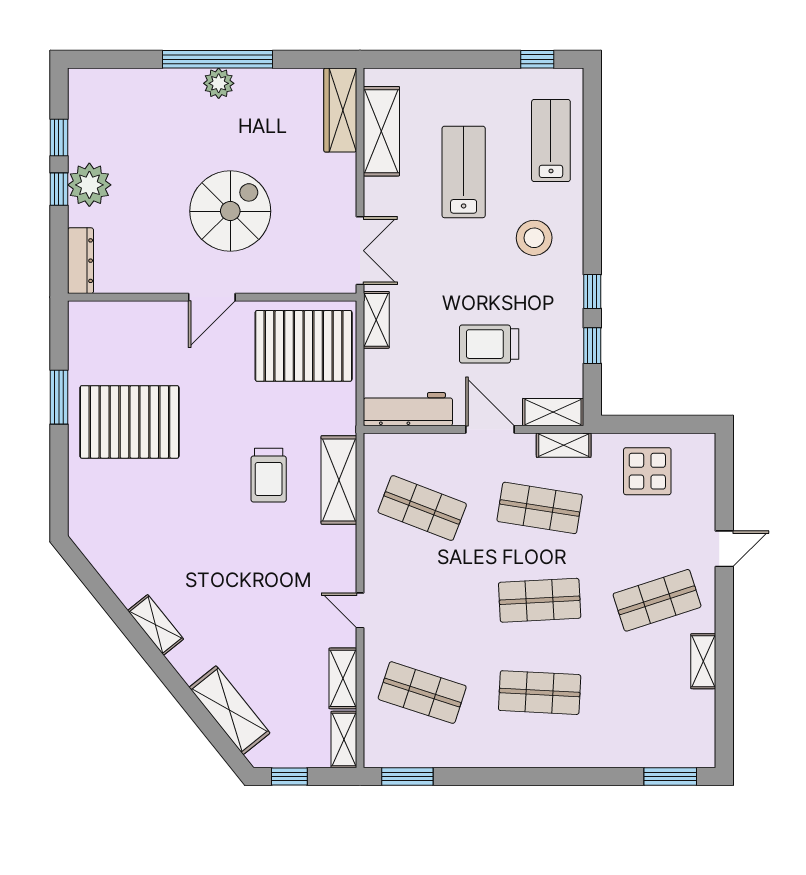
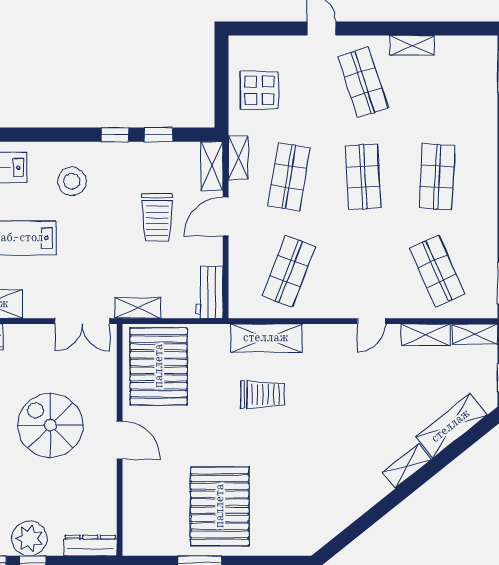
double door: (360, 251) -> (82, 321), swing flipped
workbench: (408, 409) -> (210, 292), width x0.73
shelving: (156, 625) -> (407, 466), moved
shop shelf: (422, 693) -> (437, 271), turned -42

